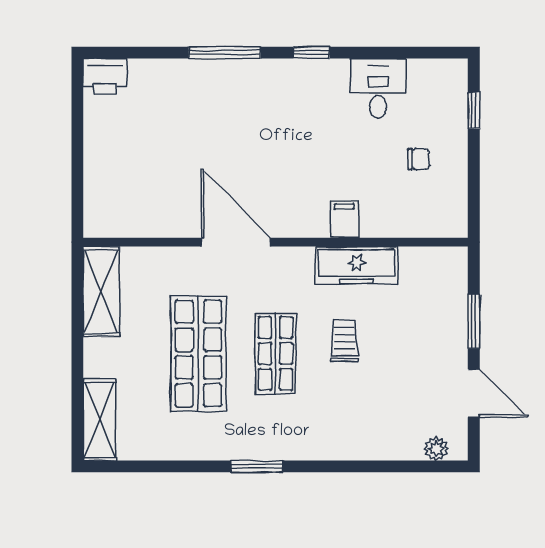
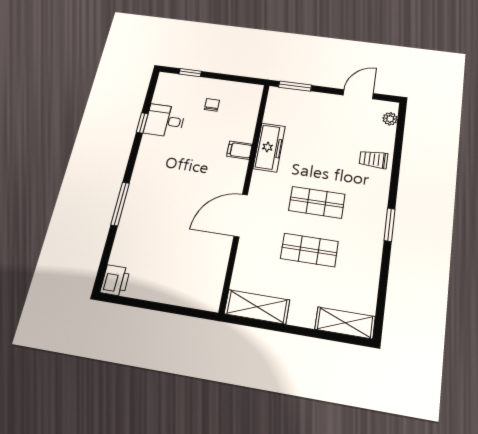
window: (311, 53) -> (142, 123), moved
window: (474, 321) -> (295, 86), moved
trolley: (344, 341) -> (373, 159), moved
shop shelf: (198, 353) -> (309, 250), width x0.70, depth x0.74

